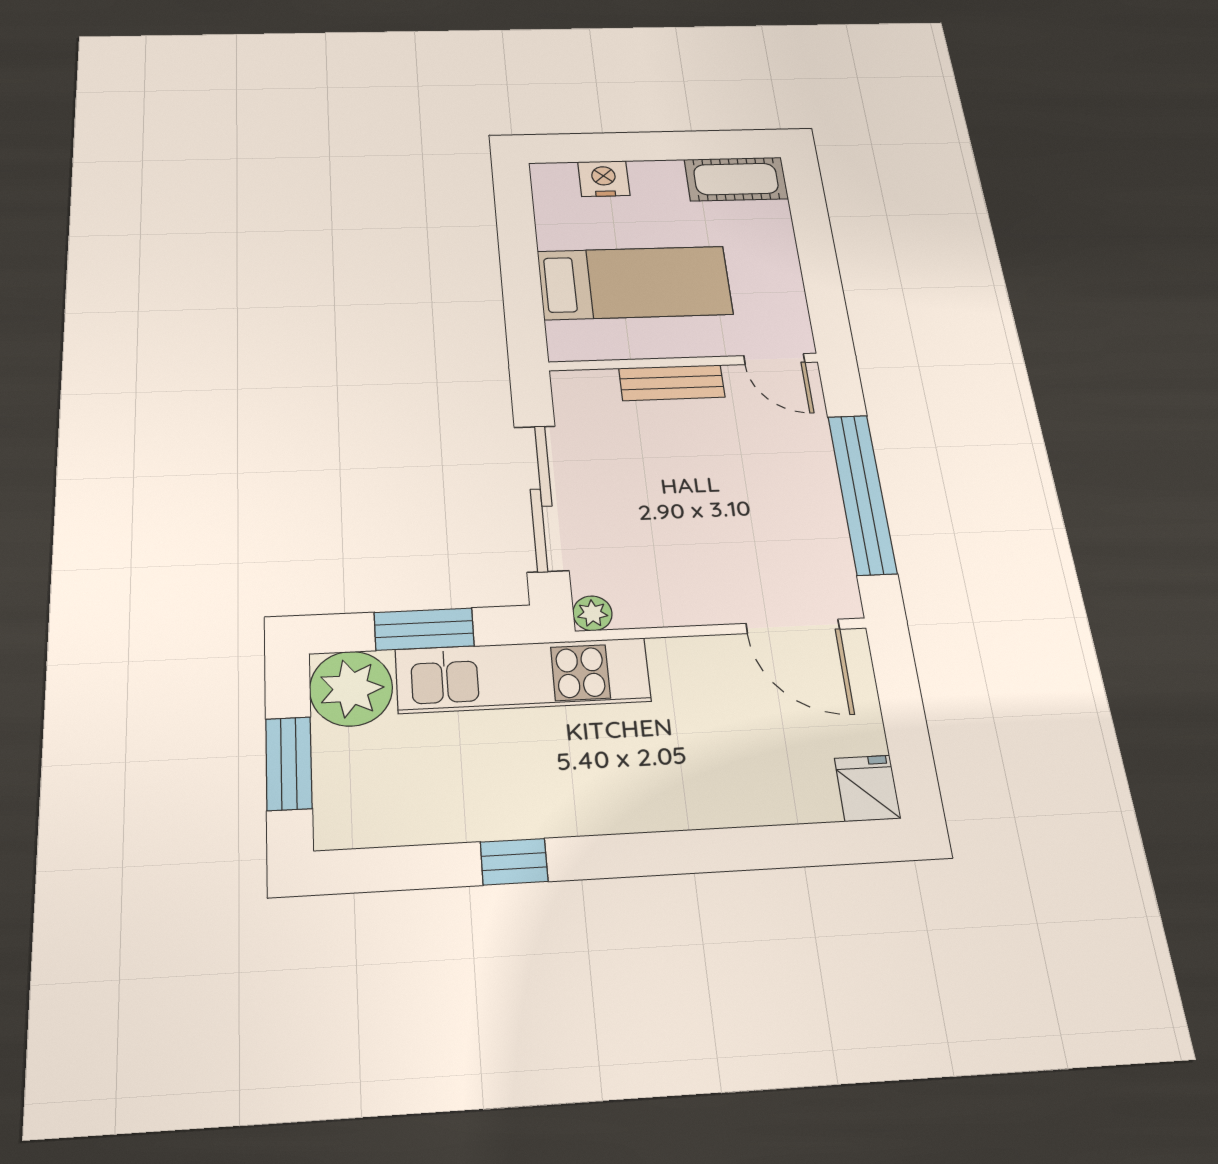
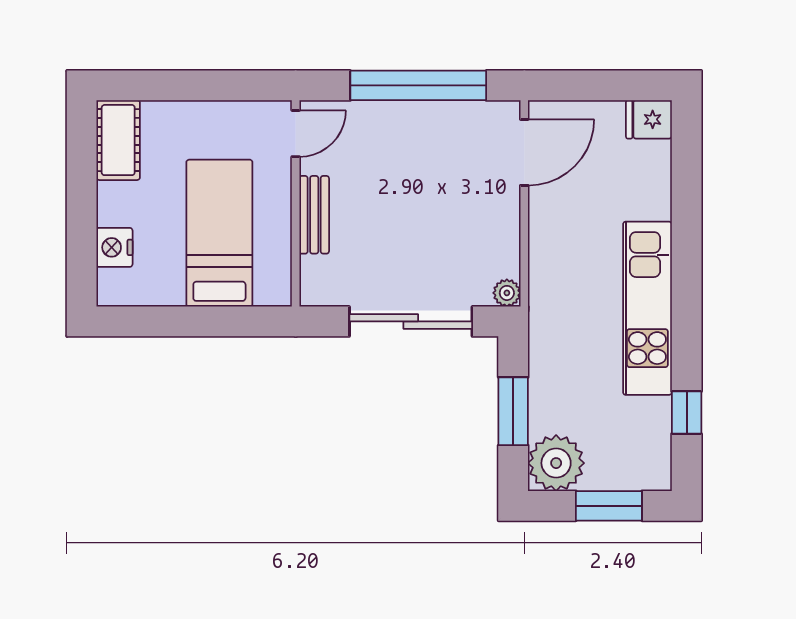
kitchen unit: (523, 675) -> (647, 308), moved, turned 180
window: (514, 862) -> (687, 413), moved

